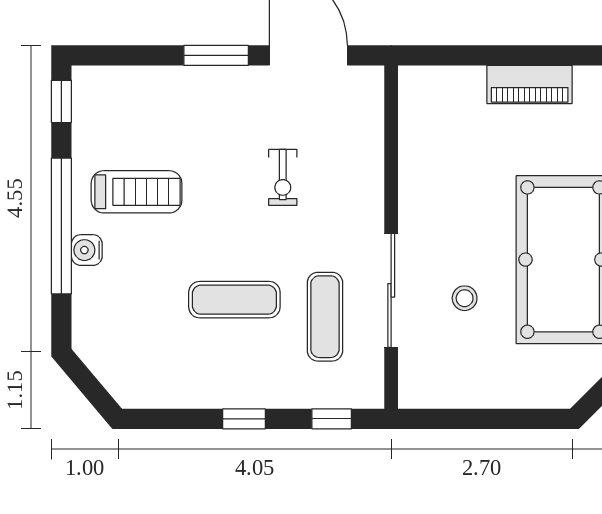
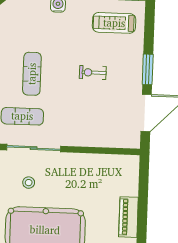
exercise bike: (283, 177) -> (93, 72), moved
treadmill: (137, 192) -> (114, 23), moved, turned 90

